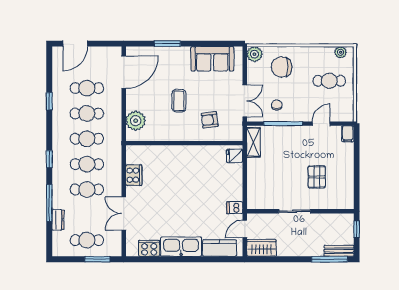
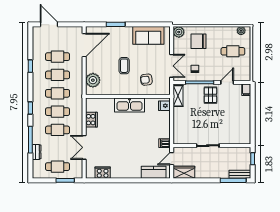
door: (75, 44) -> (49, 24), swing flipped
pallet: (317, 177) -> (210, 95), moved
kitchen sink: (181, 247) -> (130, 105), moved, turned 180

